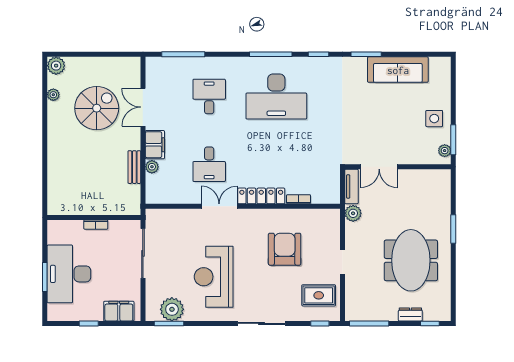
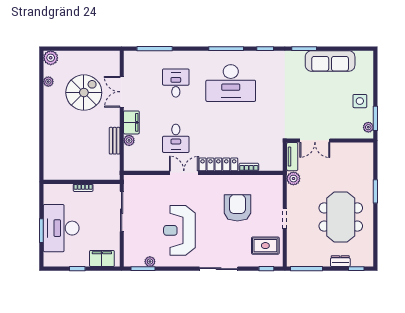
plant: (172, 309) -> (150, 262), width x0.53, depth x0.53

